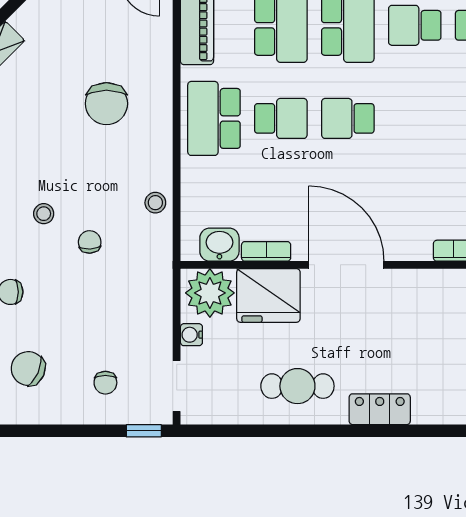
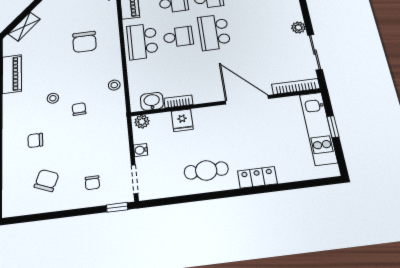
school desk: (348, 118) -> (214, 32), width x1.85
door: (346, 265) -> (247, 100), moved
plant: (210, 293) -> (142, 122), width x0.53, depth x0.53
fridge: (268, 295) -> (182, 120), width x0.53, depth x0.75
chair: (28, 369) -> (47, 180), turned 88

